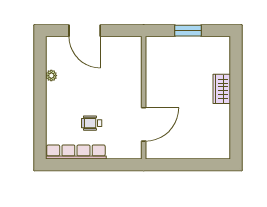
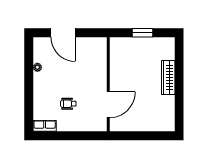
wardrobe: (222, 89) -> (168, 77), width x1.50
row of seats: (76, 152) -> (45, 126), width x0.50

